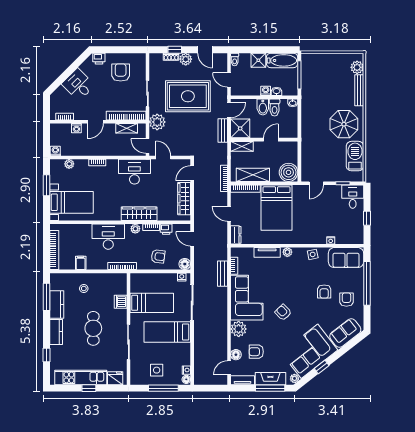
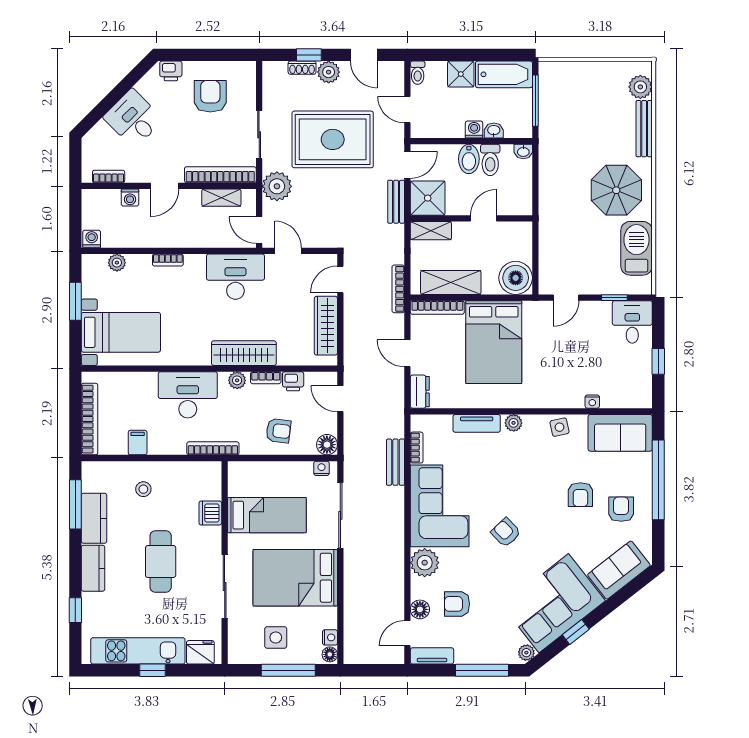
bed: (167, 332) -> (295, 578), width x1.50
fireplace: (270, 379) -> (483, 653), removed

